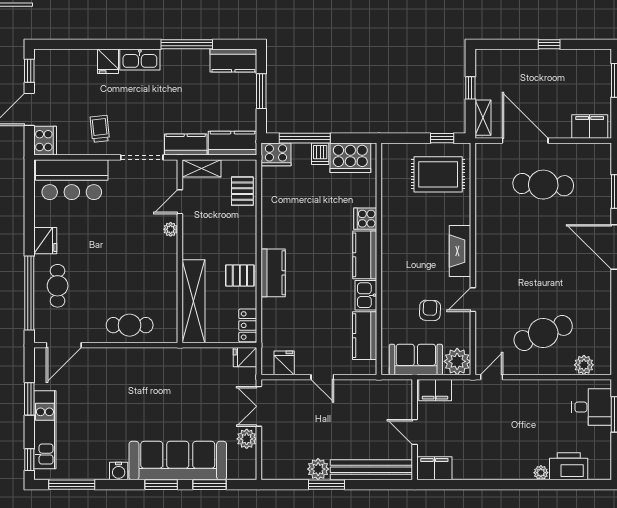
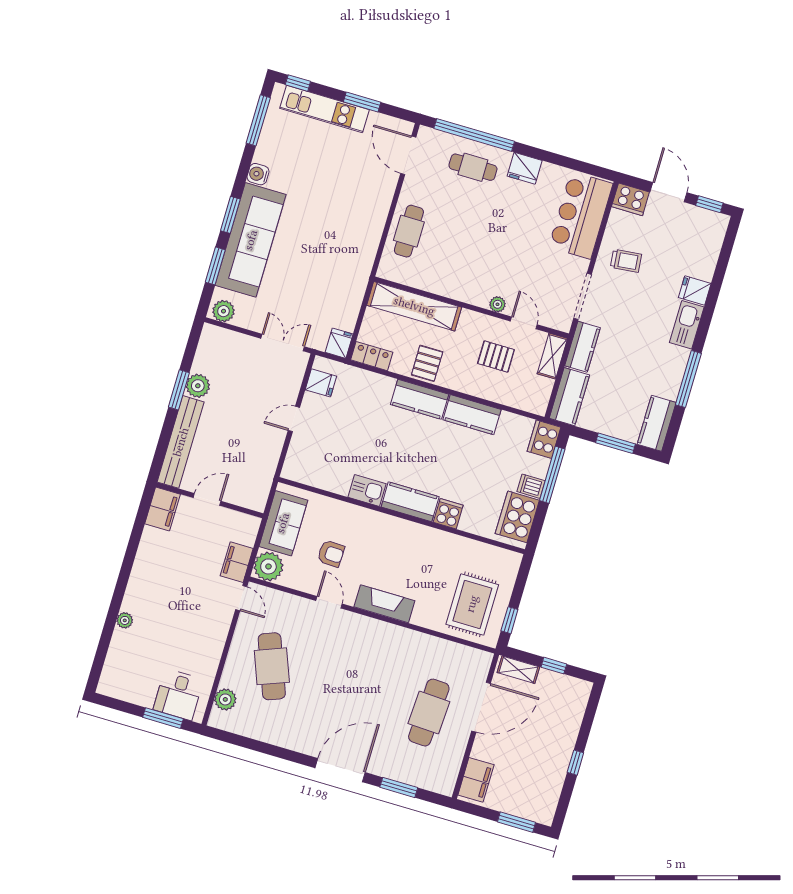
pallet: (242, 191) -> (496, 357), moved
kitchen counter: (365, 336) -> (472, 415), moved, turned 180
filing cabinet: (435, 390) -> (237, 562), moved
plant: (247, 439) -> (223, 311), moved
printer: (569, 466) -> (123, 652), removed

